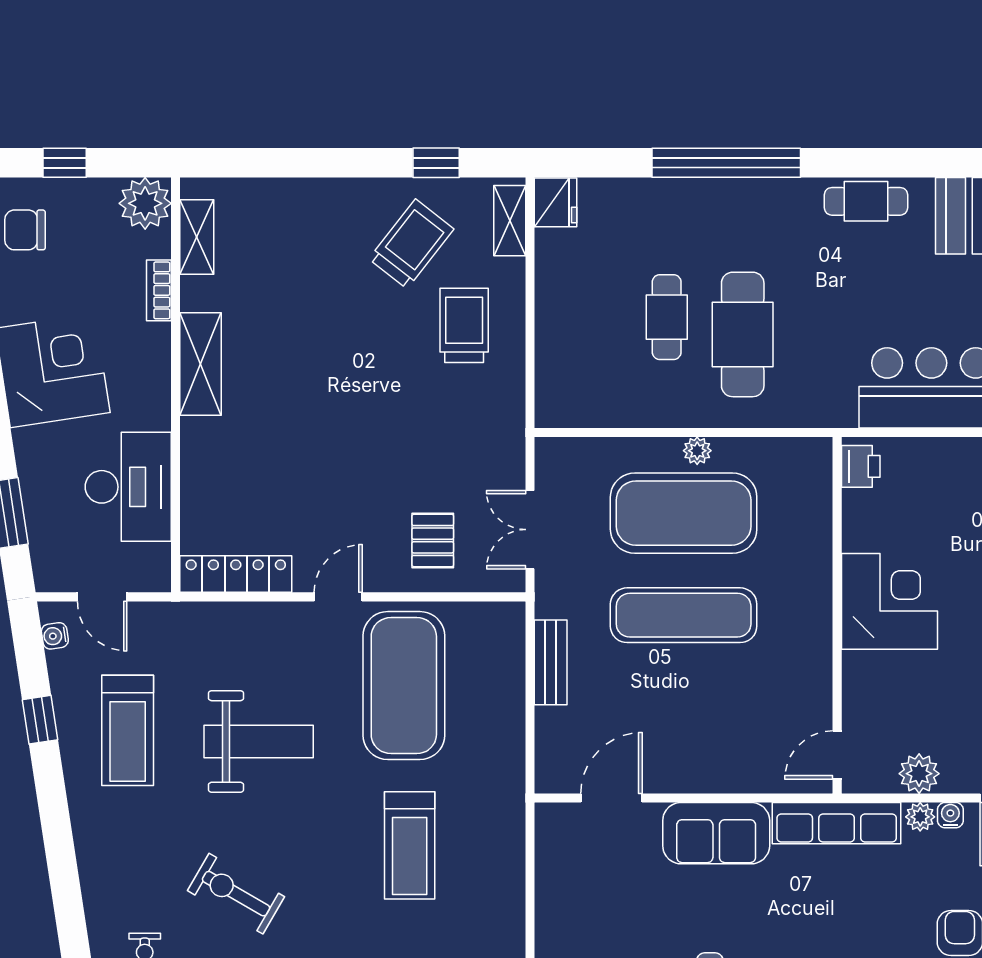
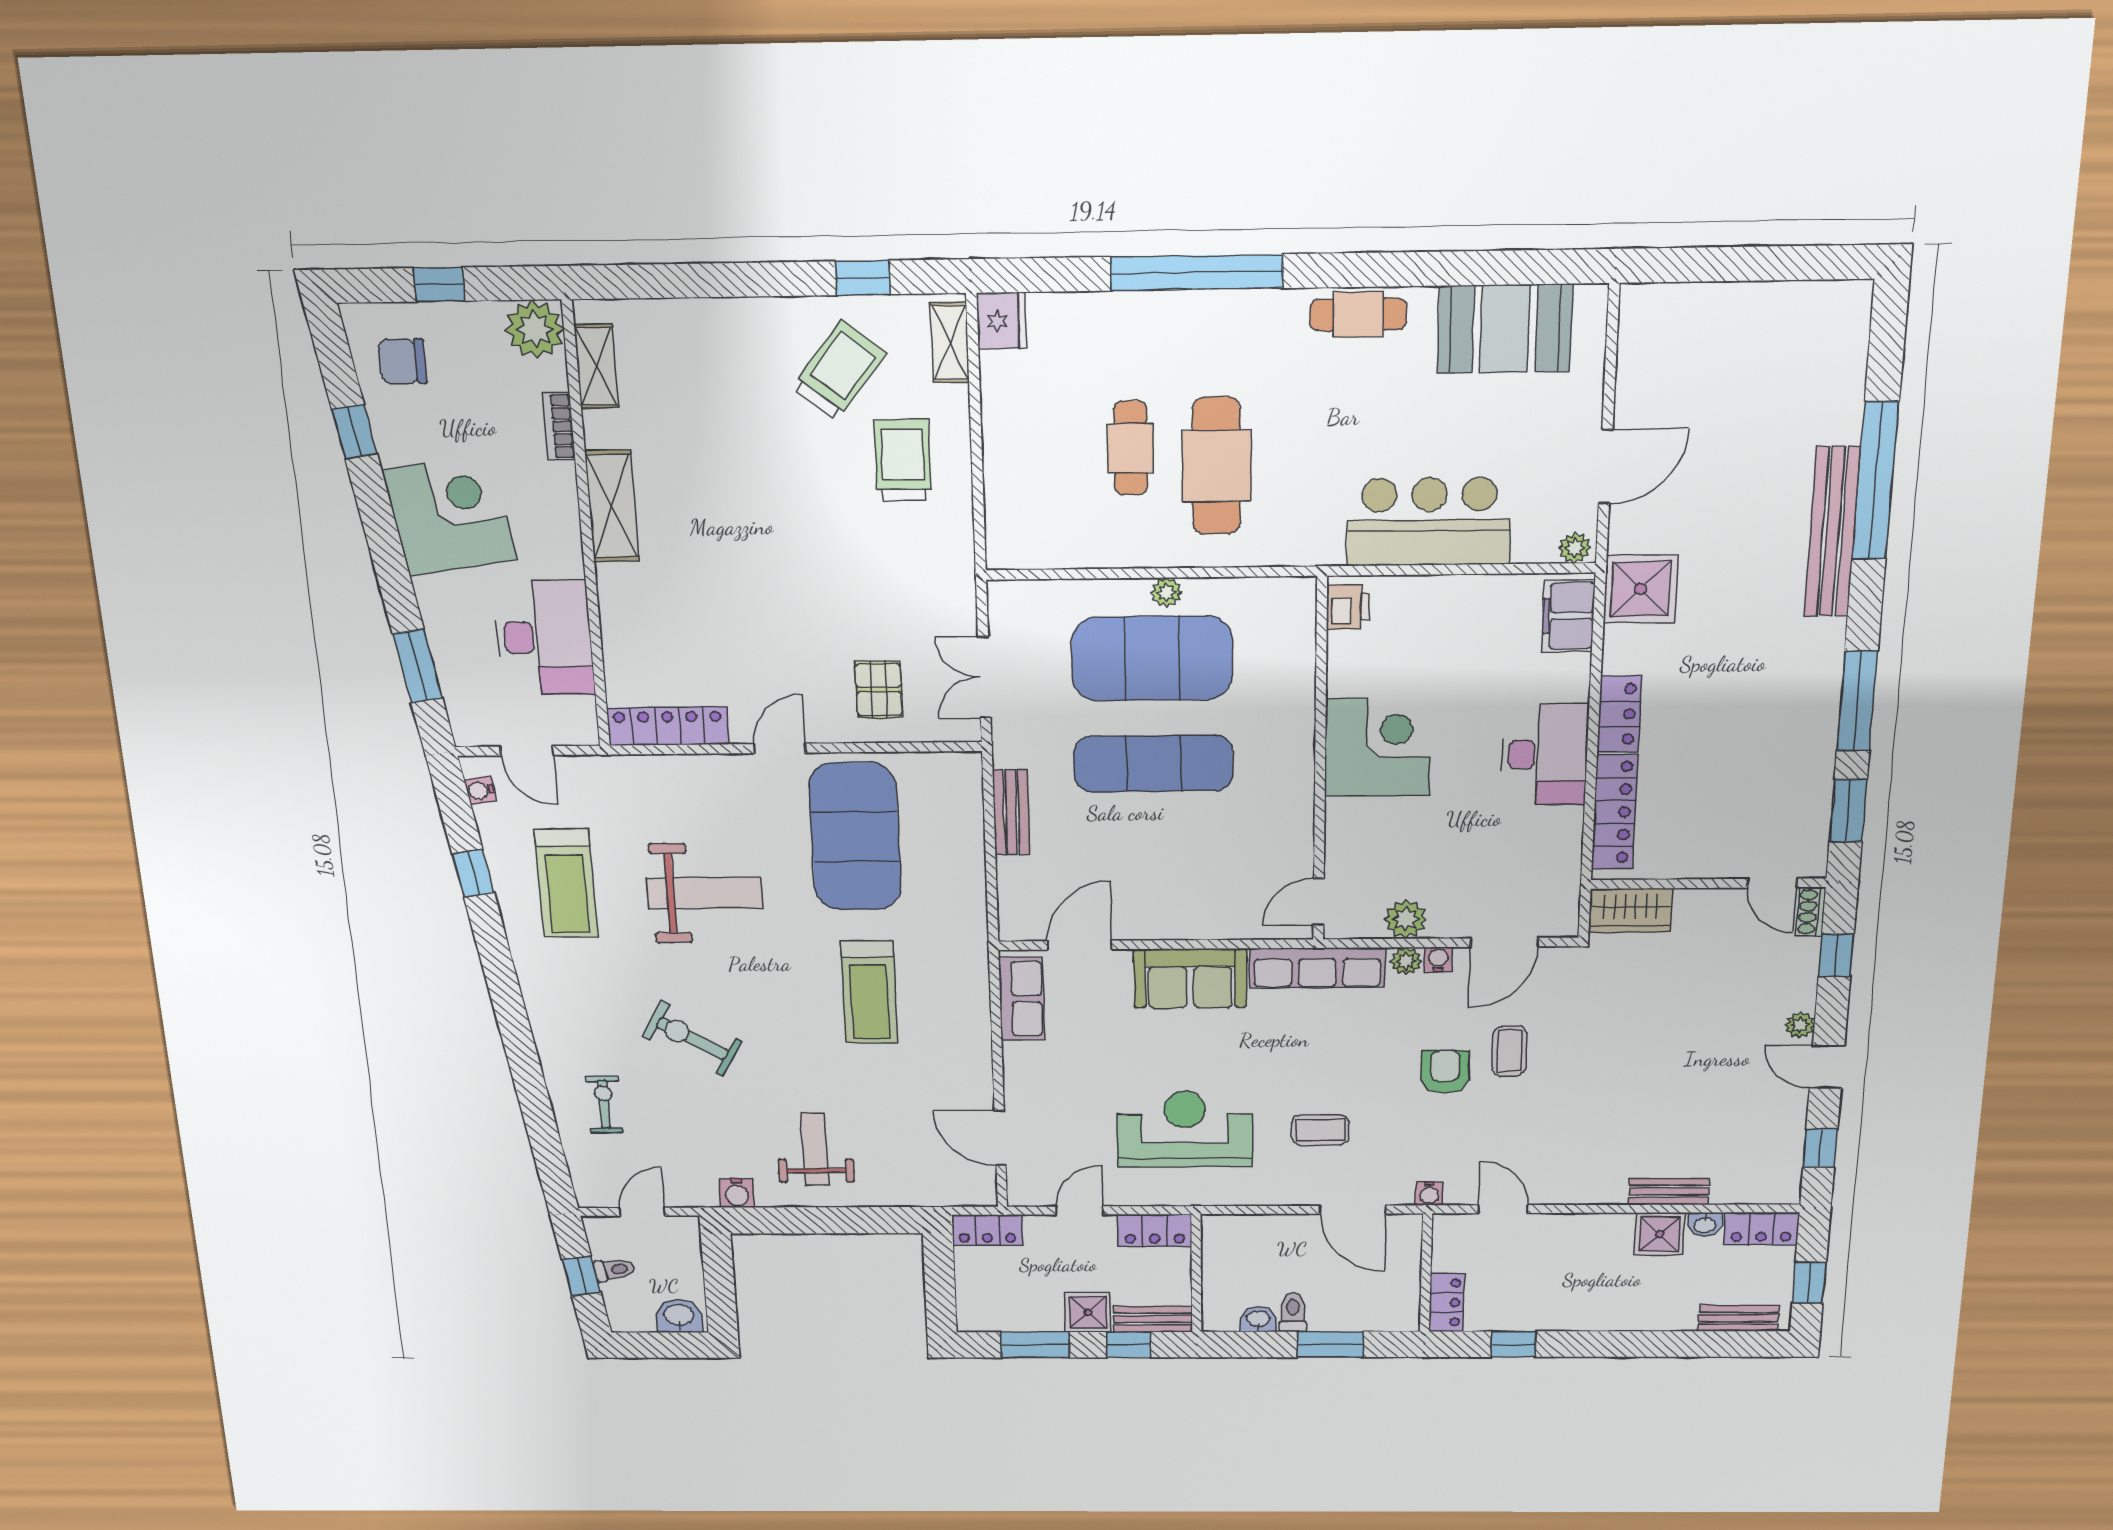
row of seats: (555, 853) -> (1022, 999), added

